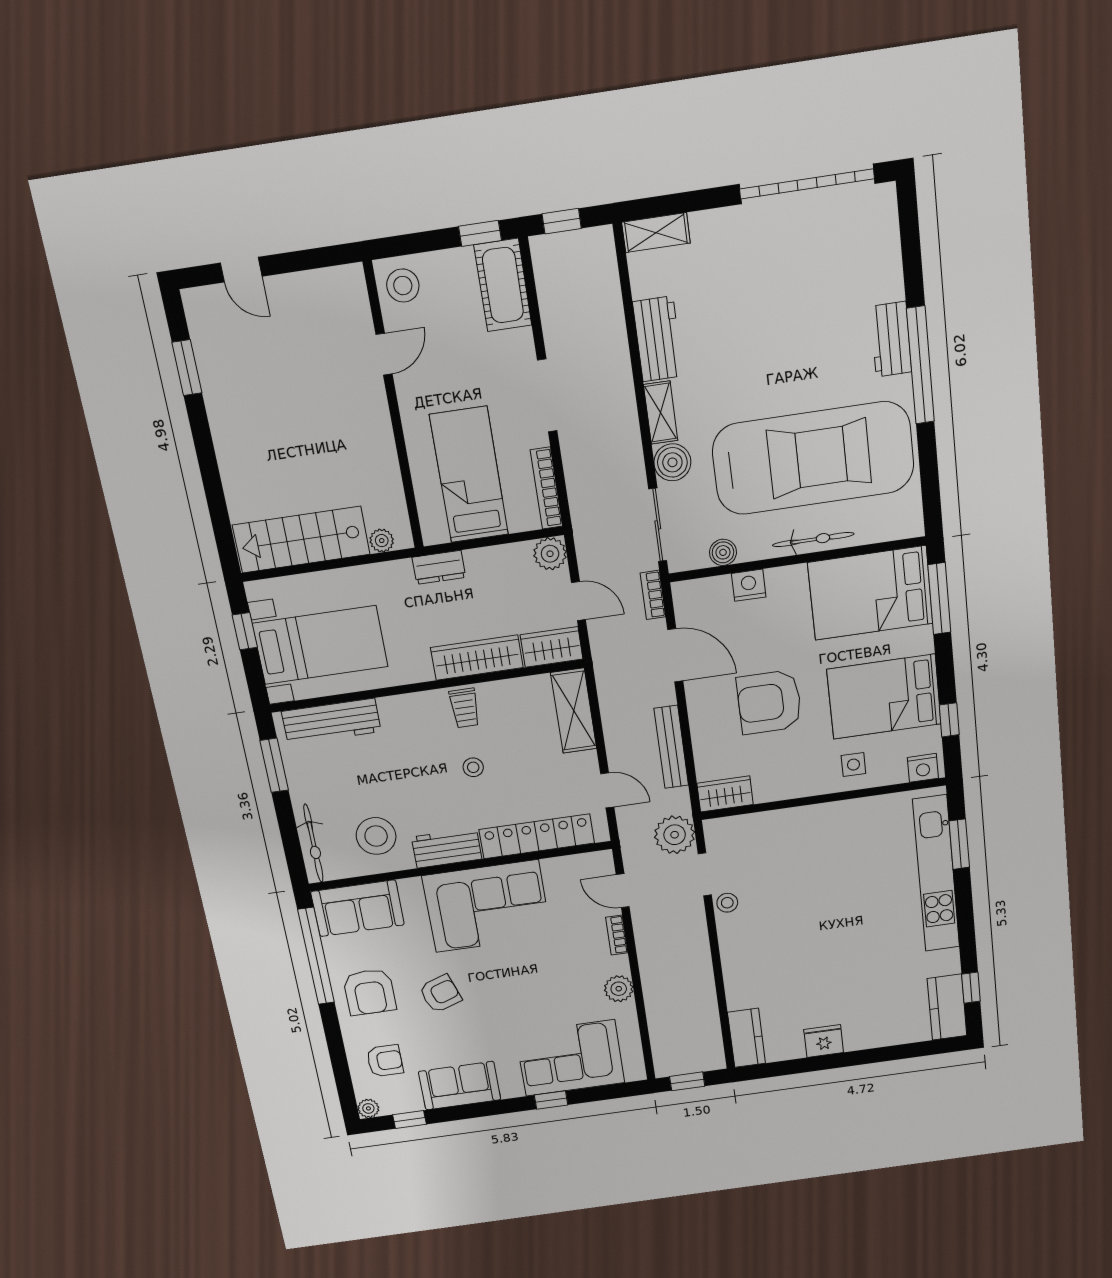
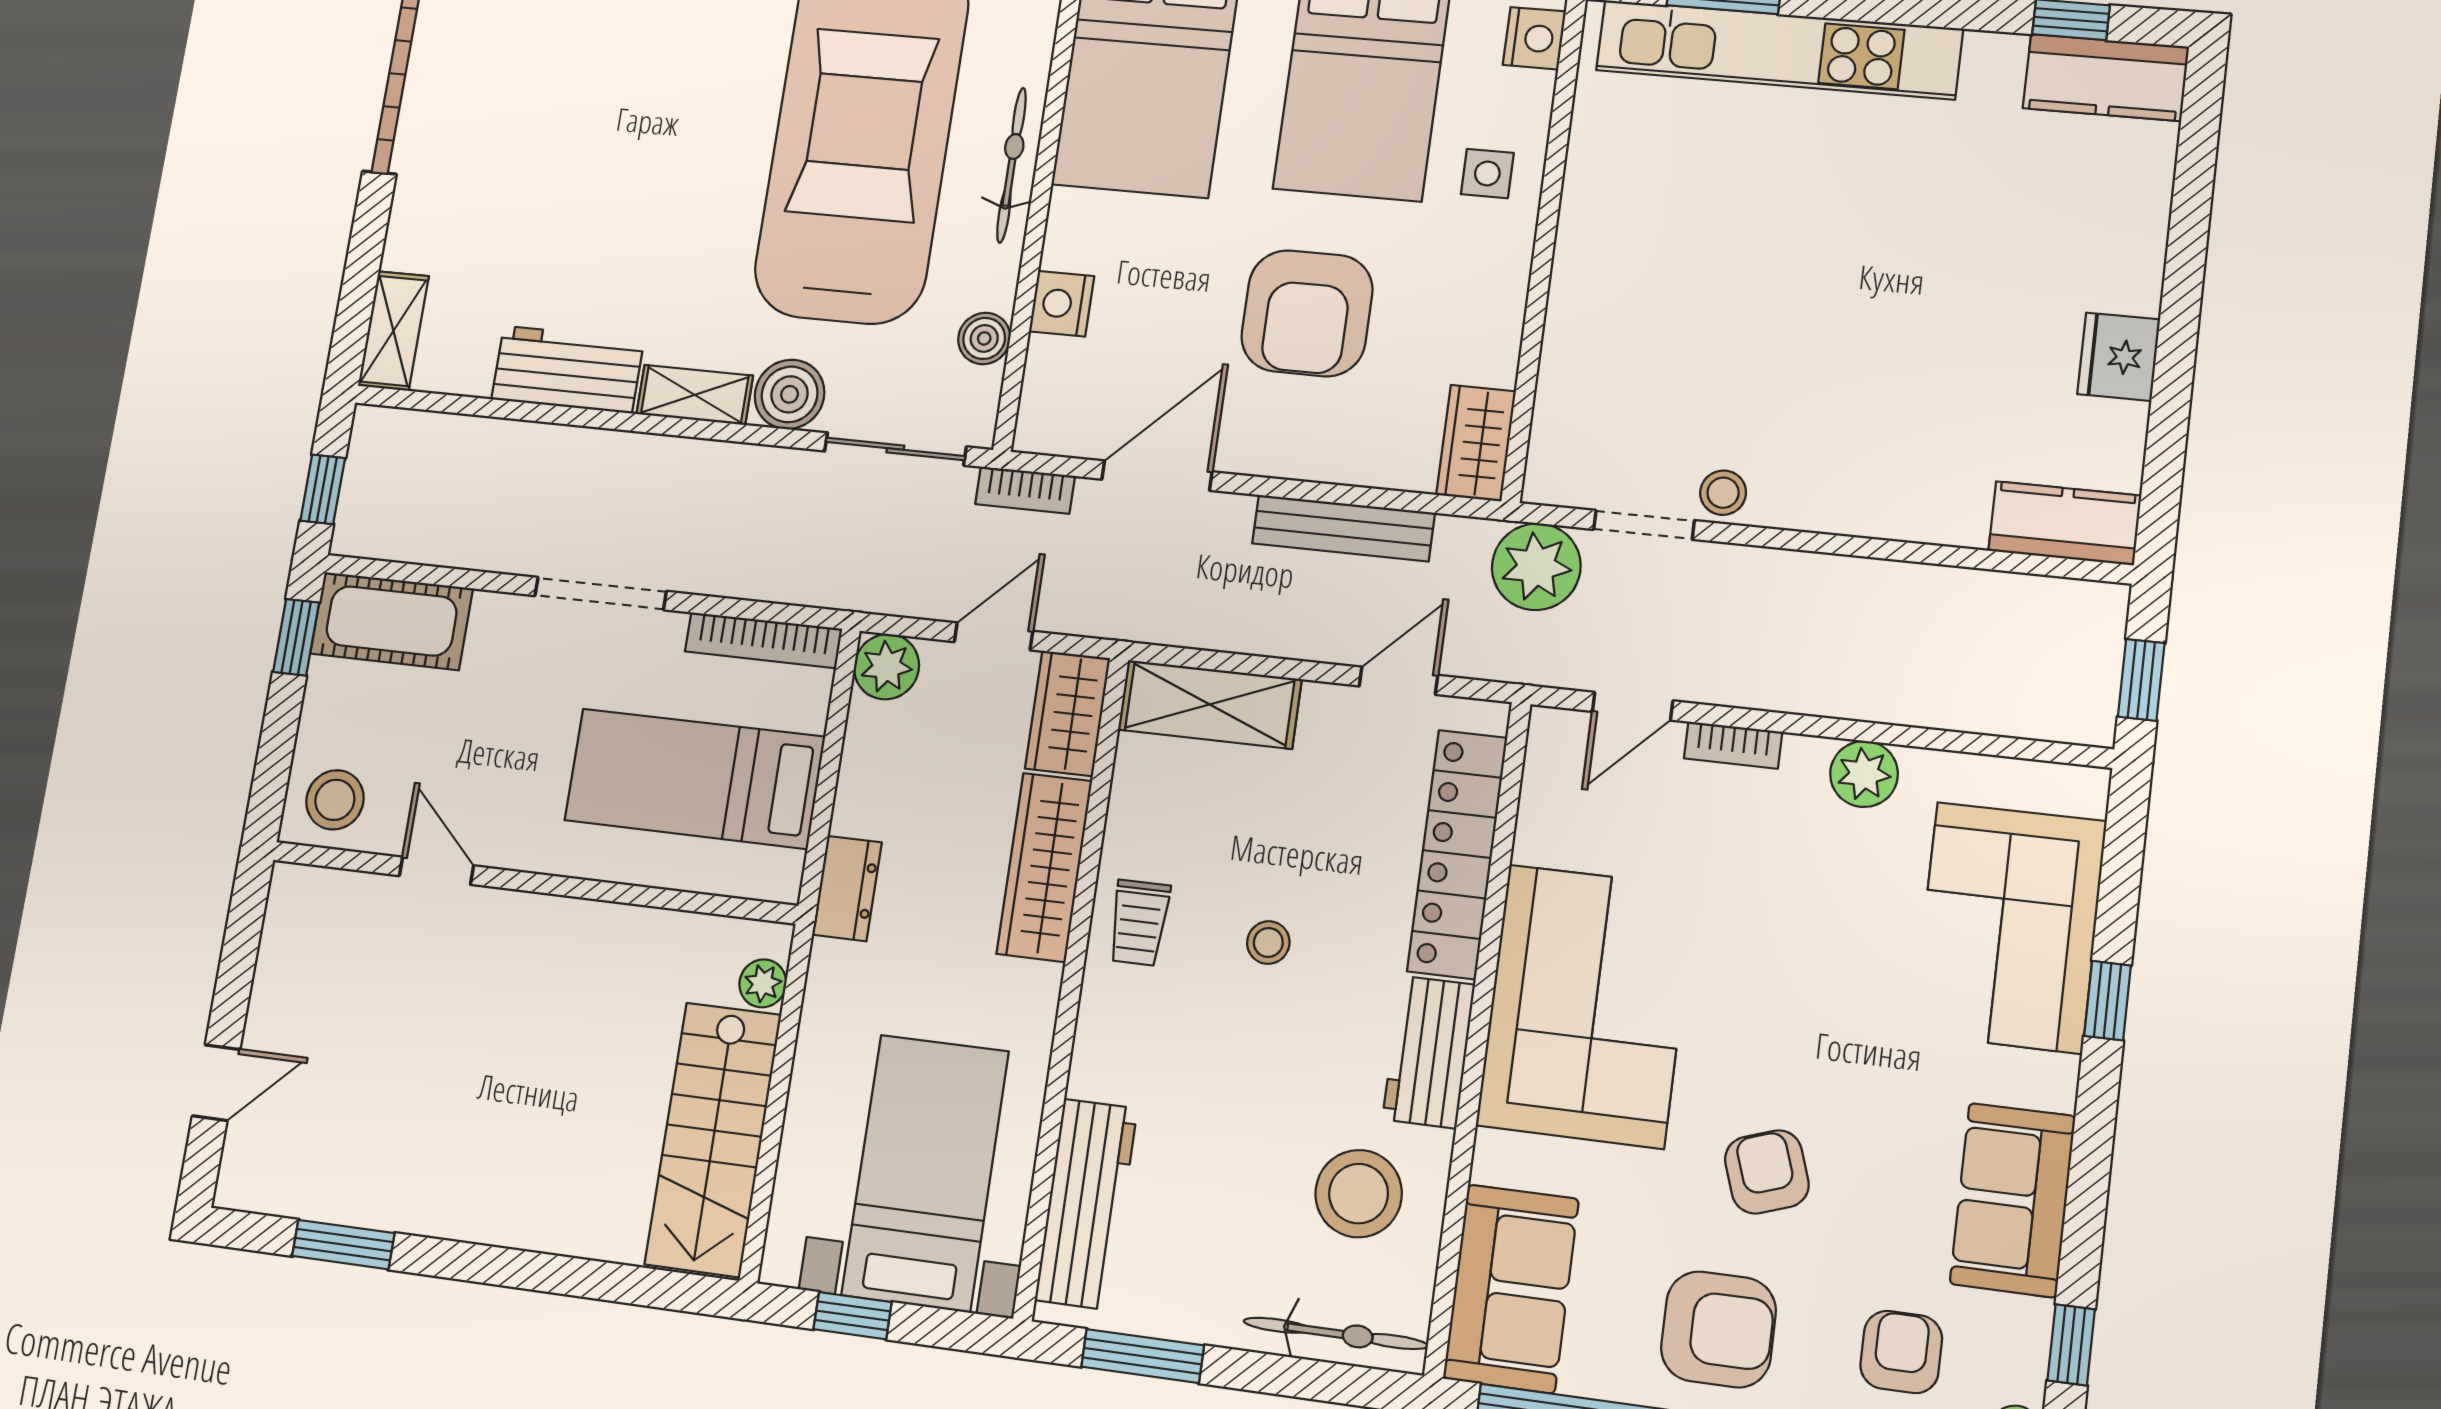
trolley: (465, 708) -> (1139, 923), turned 90

